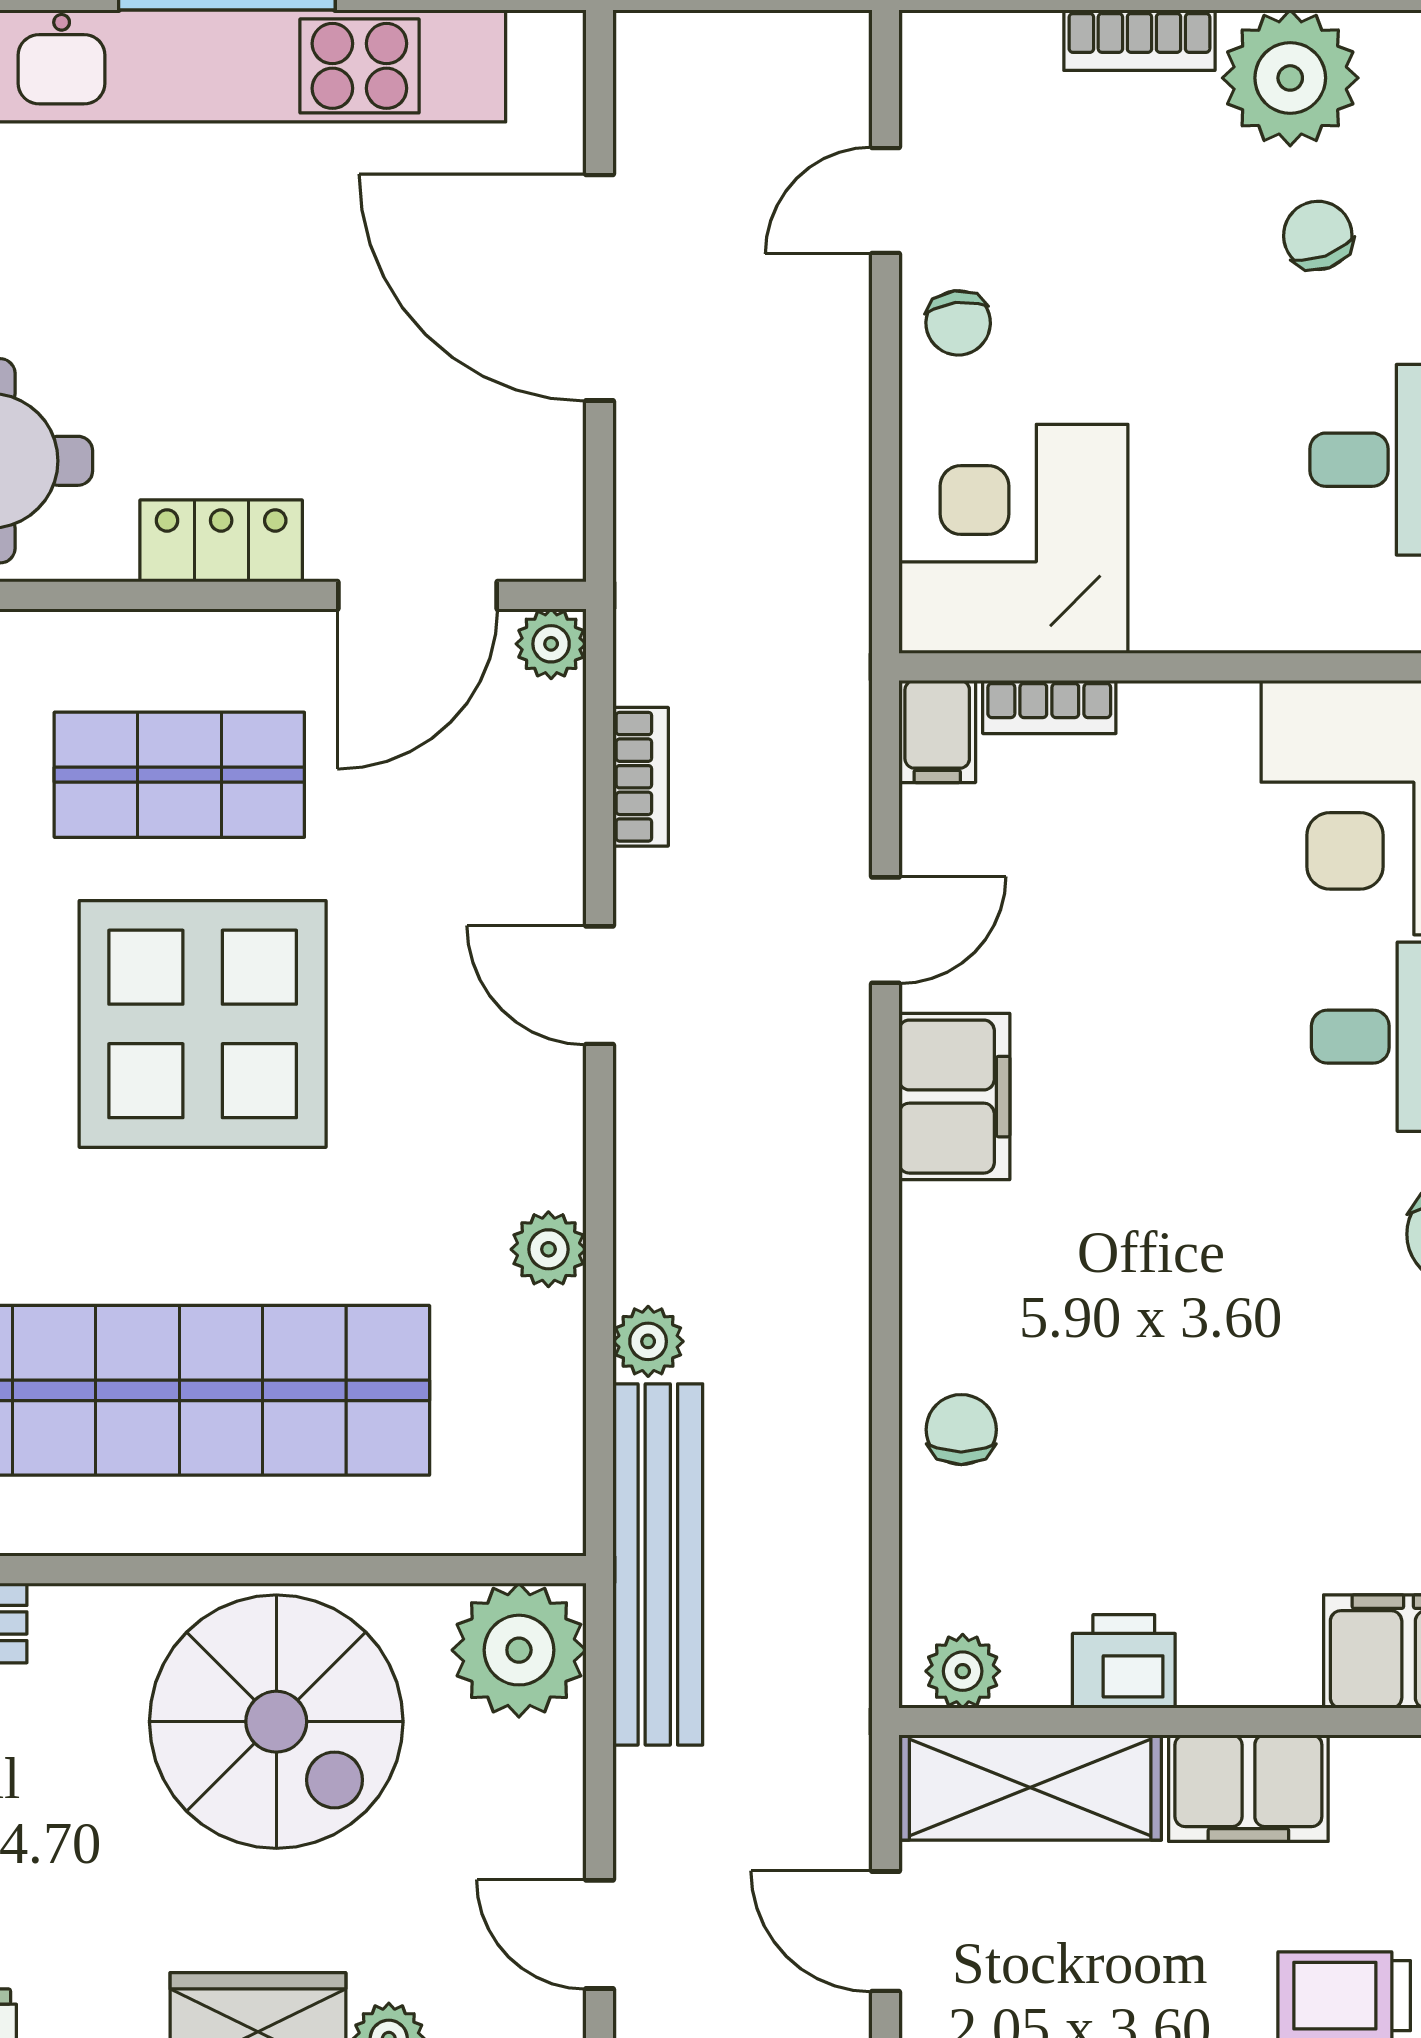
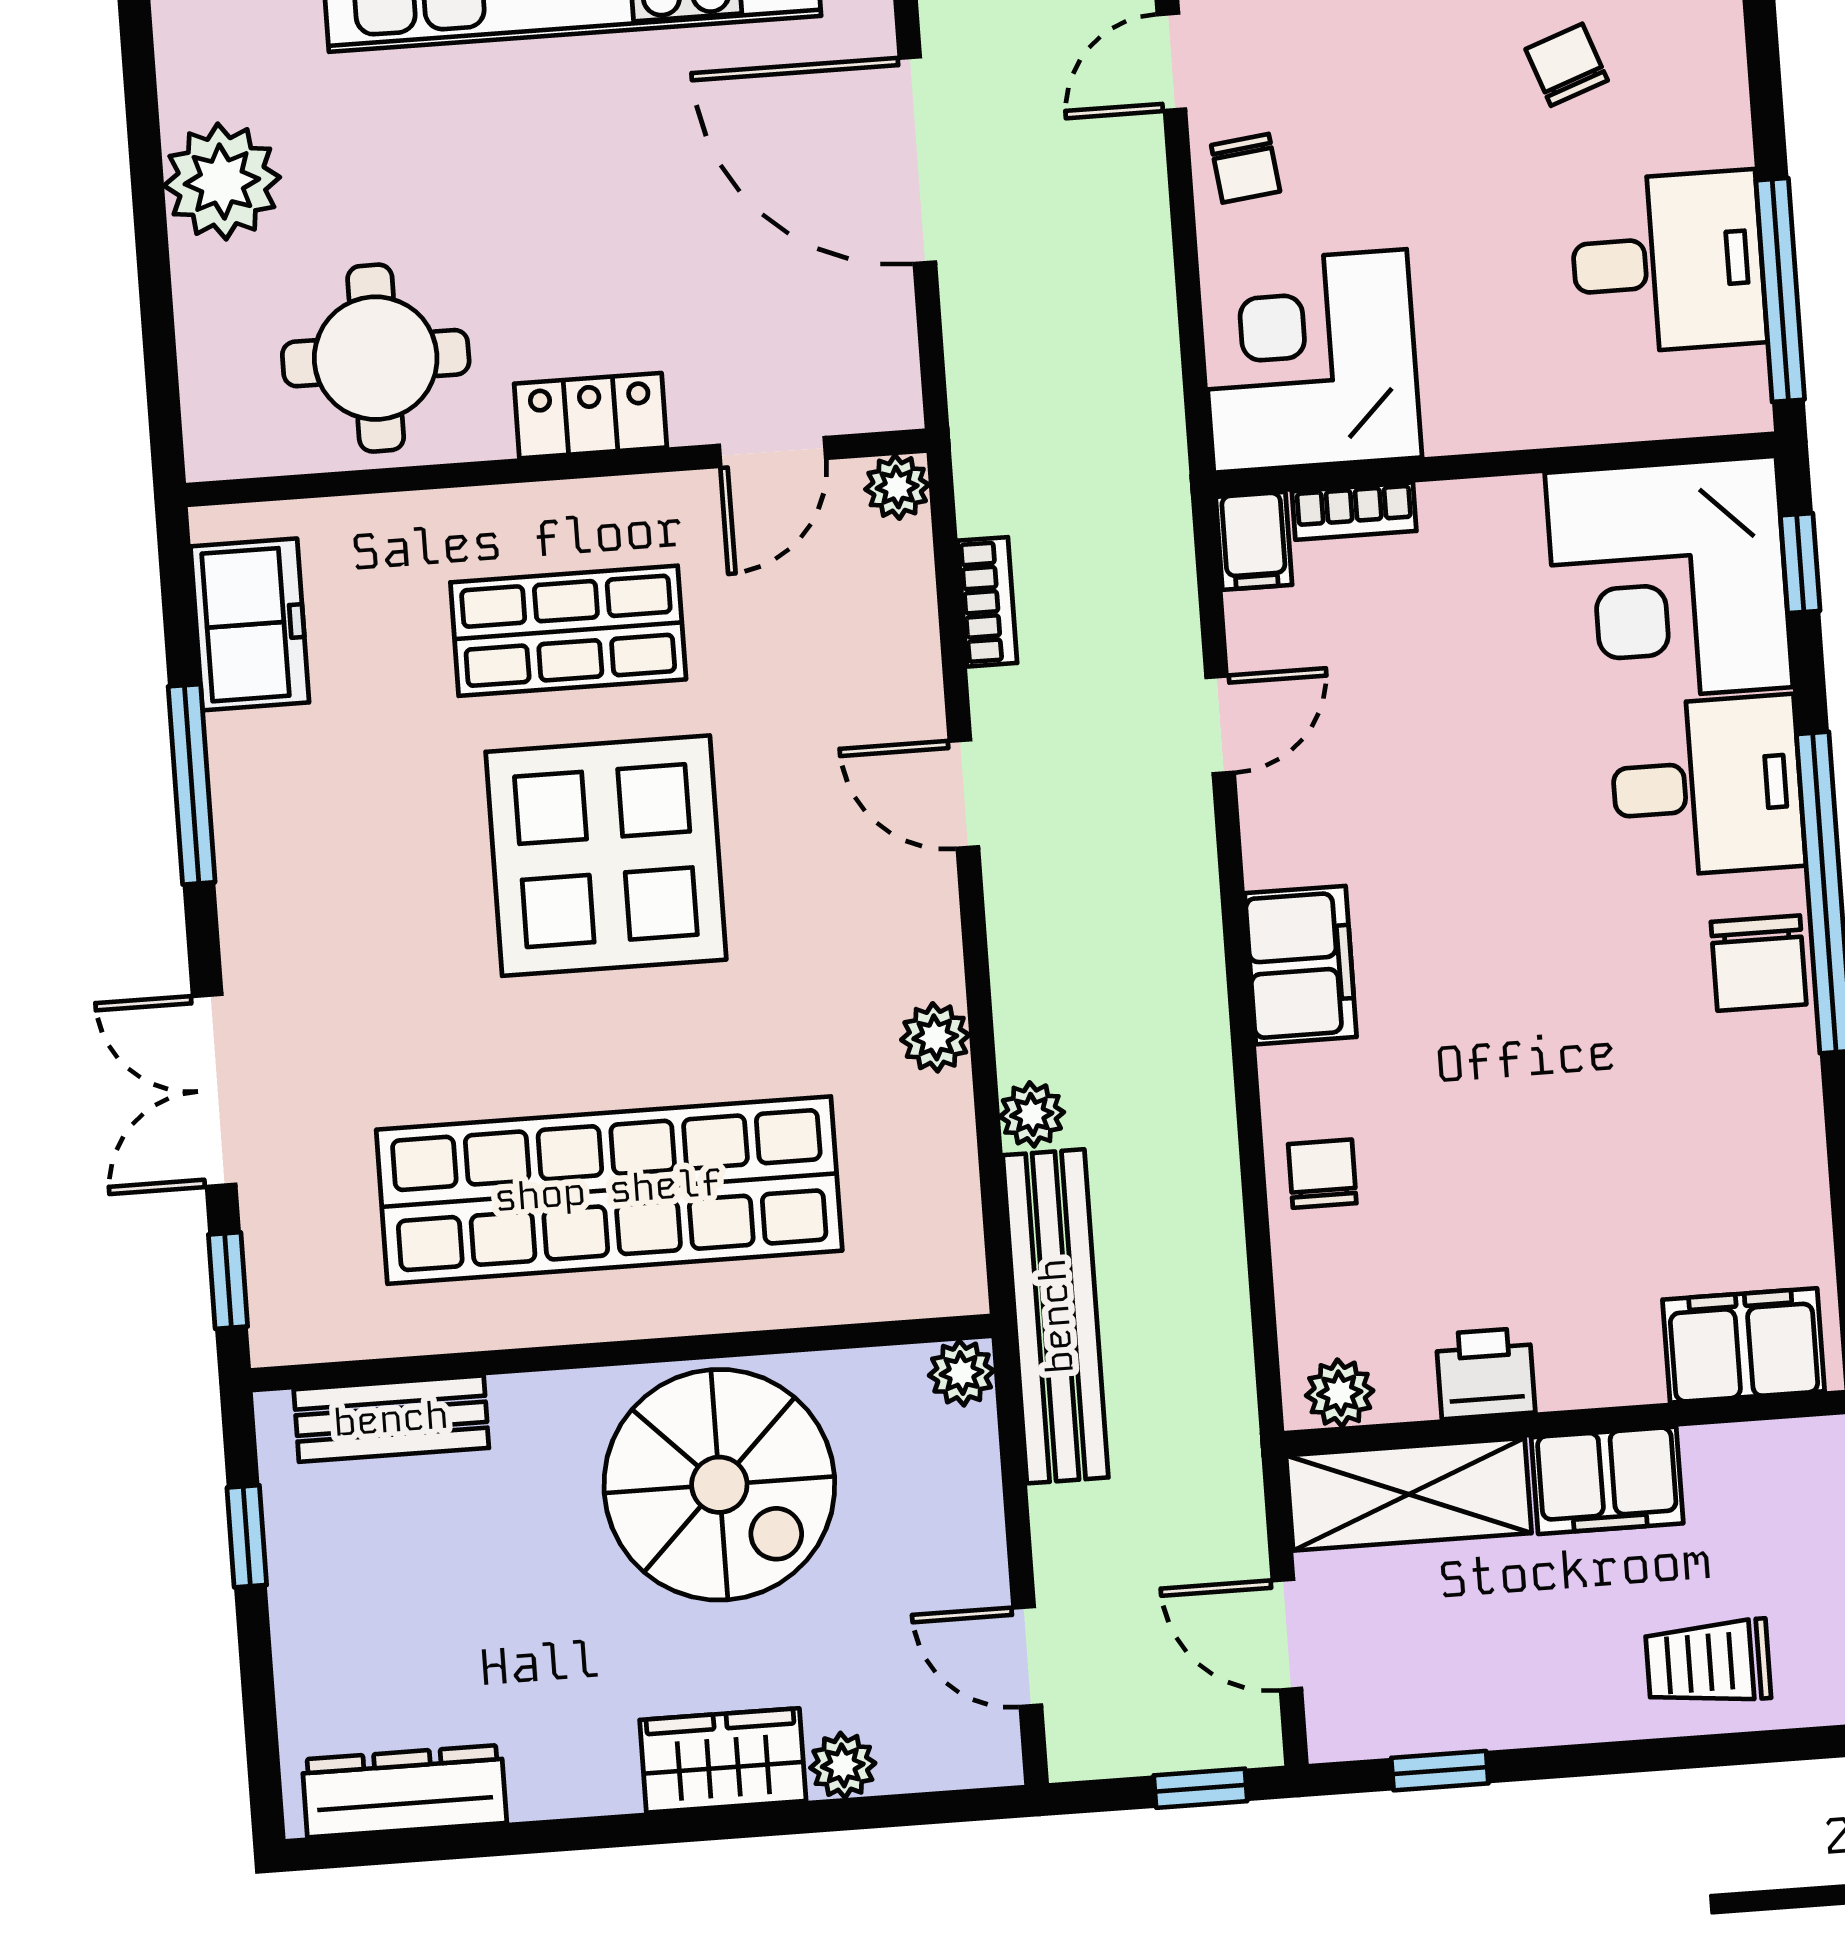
door: (417, 595) -> (773, 452), width x0.73
filing cabinet: (954, 1097) -> (1301, 965), moved
plant: (519, 1650) -> (961, 1373), width x0.53, depth x0.53

